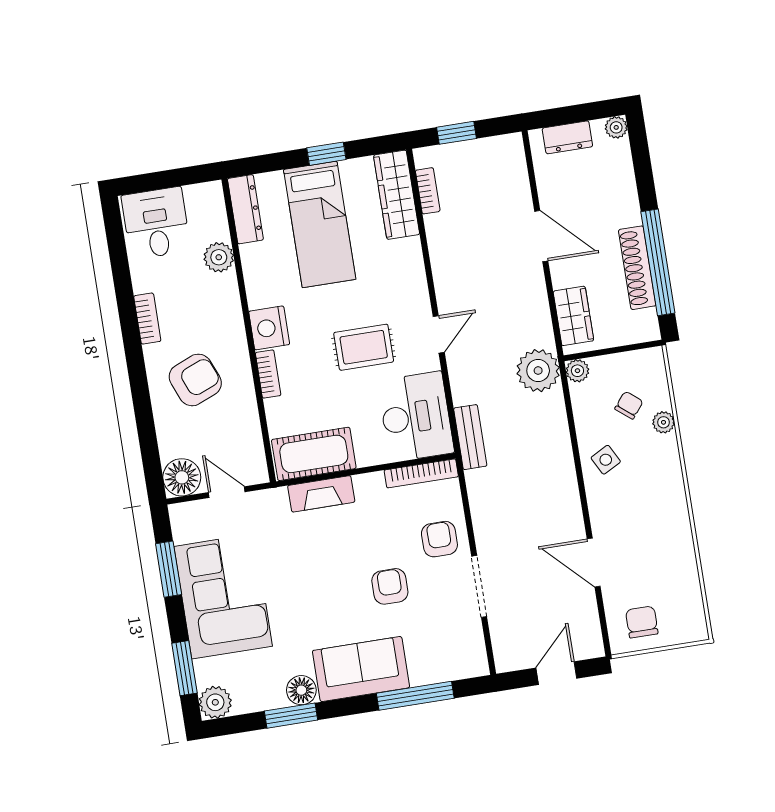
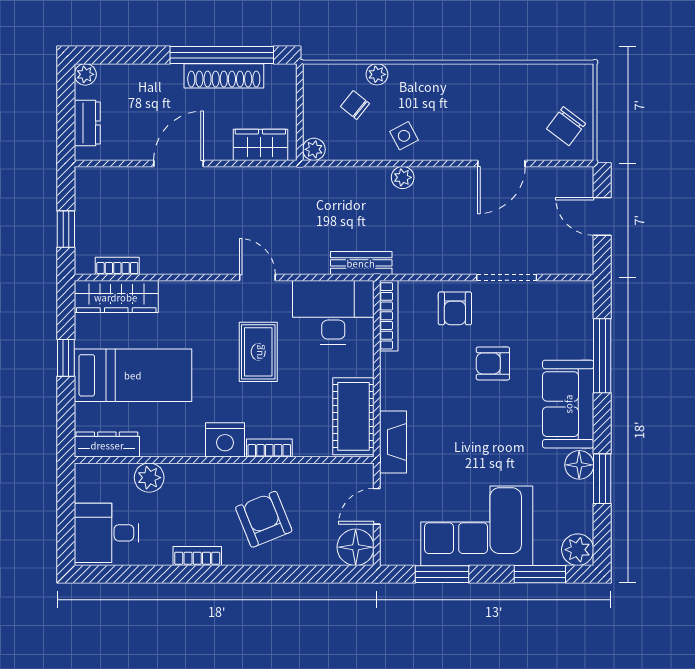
plant: (538, 371) -> (403, 177), moved, width x0.53, depth x0.53
fireplace: (321, 494) -> (393, 442), moved
armchair: (439, 539) -> (455, 308), turned -90
chair: (642, 622) -> (566, 126), turned -53

